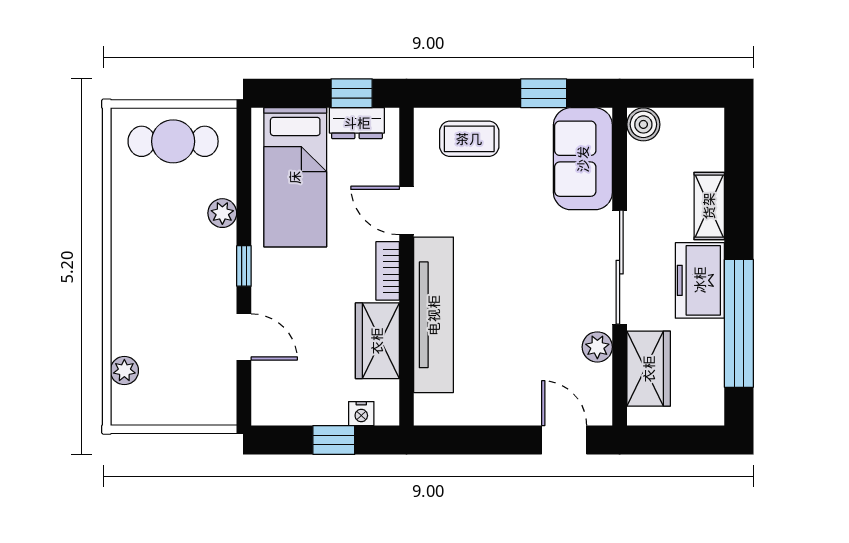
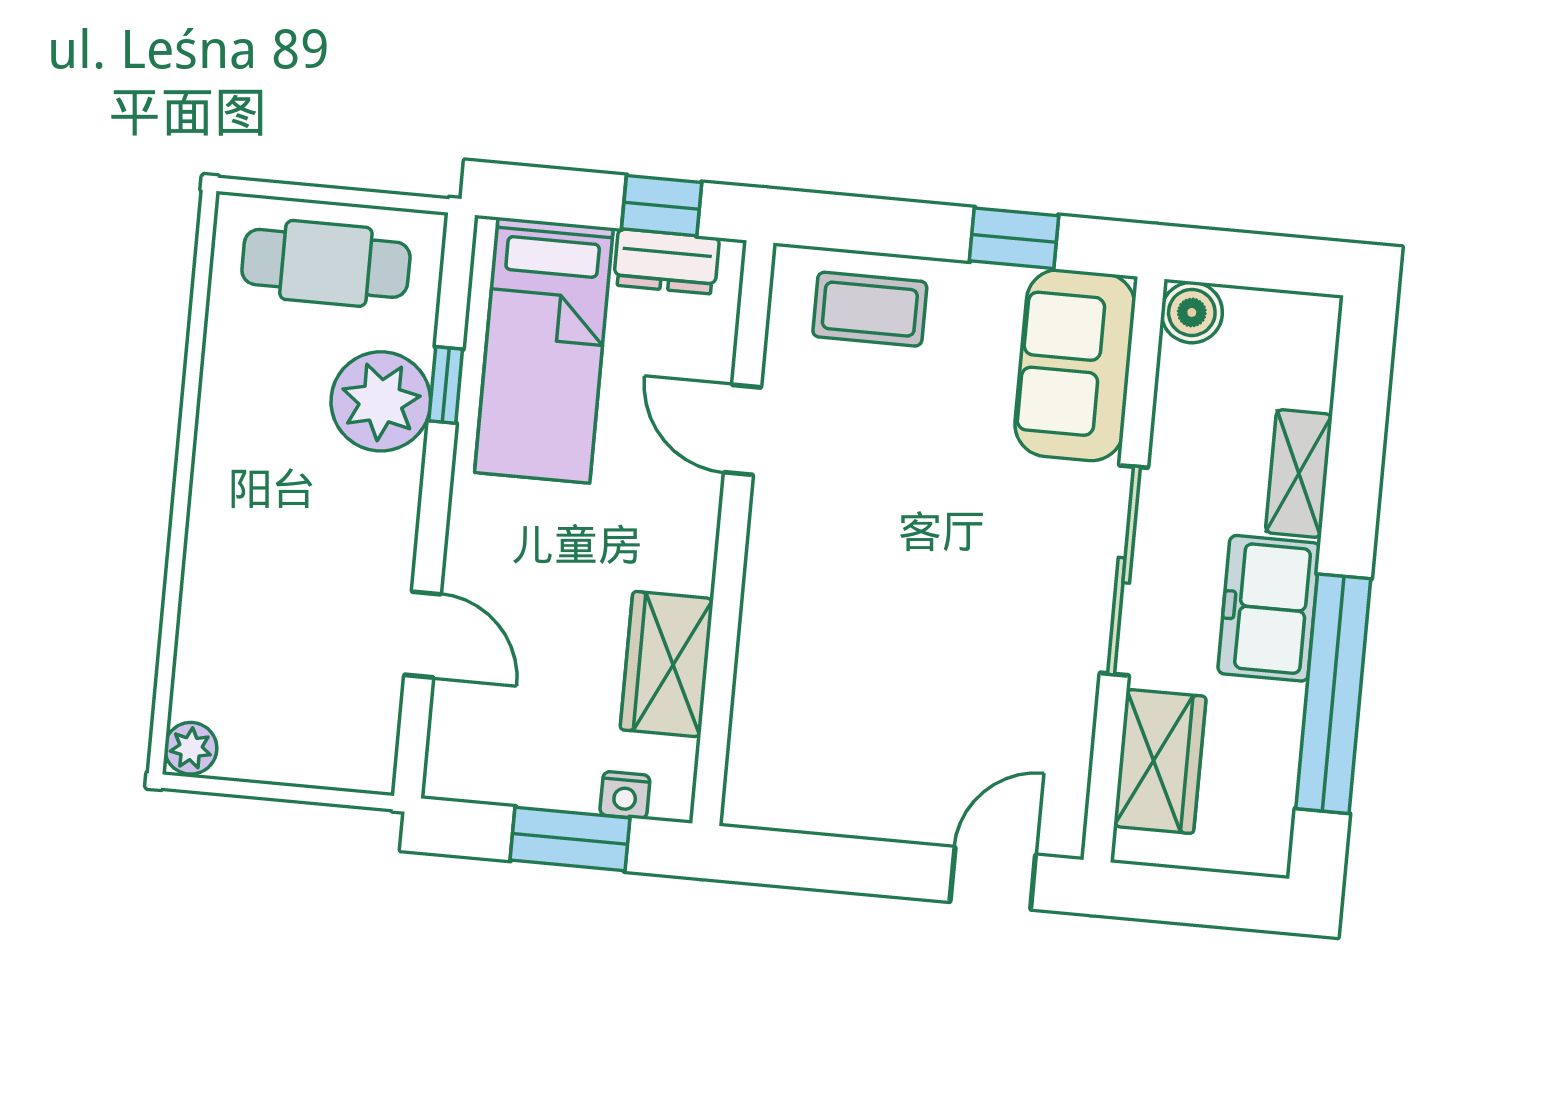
plant: (222, 213) -> (381, 401), width x1.88, depth x1.88
window: (244, 266) -> (446, 385), moved
bookcase: (388, 271) -> (697, 538), removed
tv unit: (434, 315) -> (774, 626), removed
plant: (597, 347) -> (1069, 713), removed
plant: (124, 371) -> (191, 748), moved
window: (334, 440) -> (570, 839), width x1.50
door: (564, 440) -> (993, 878), hinge flipped

